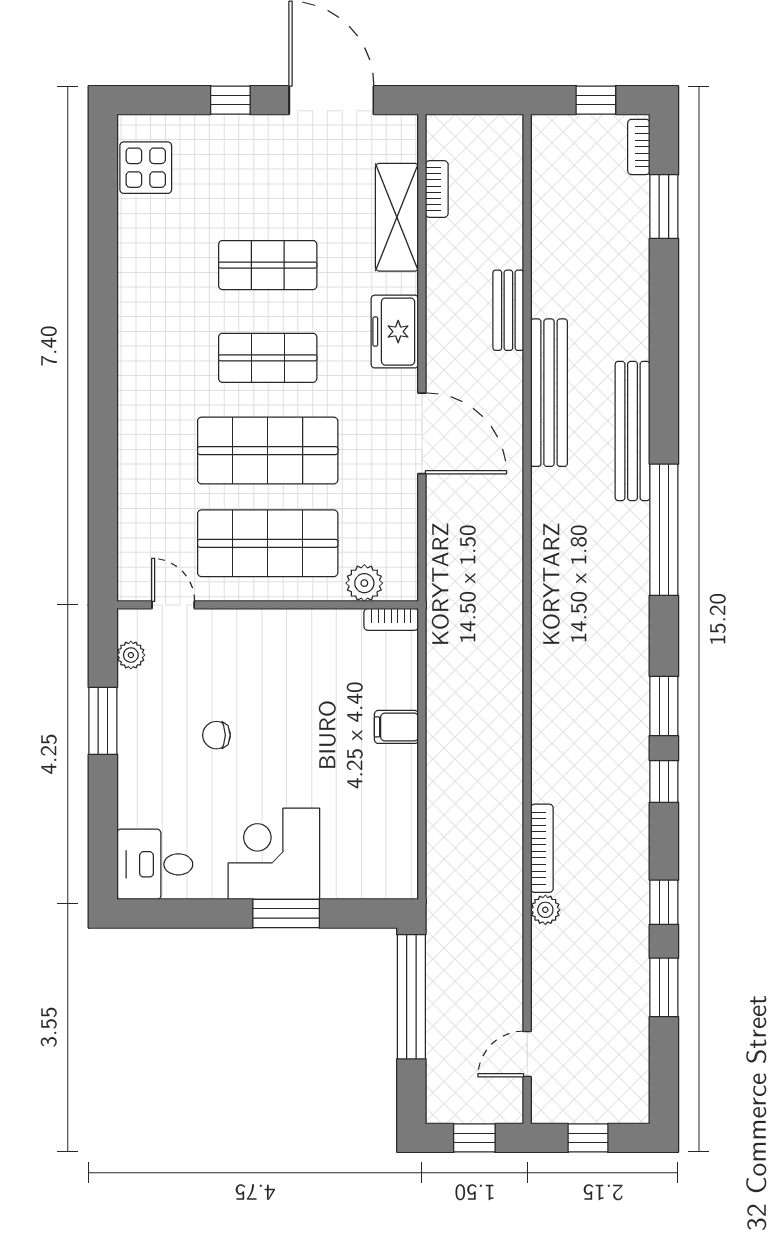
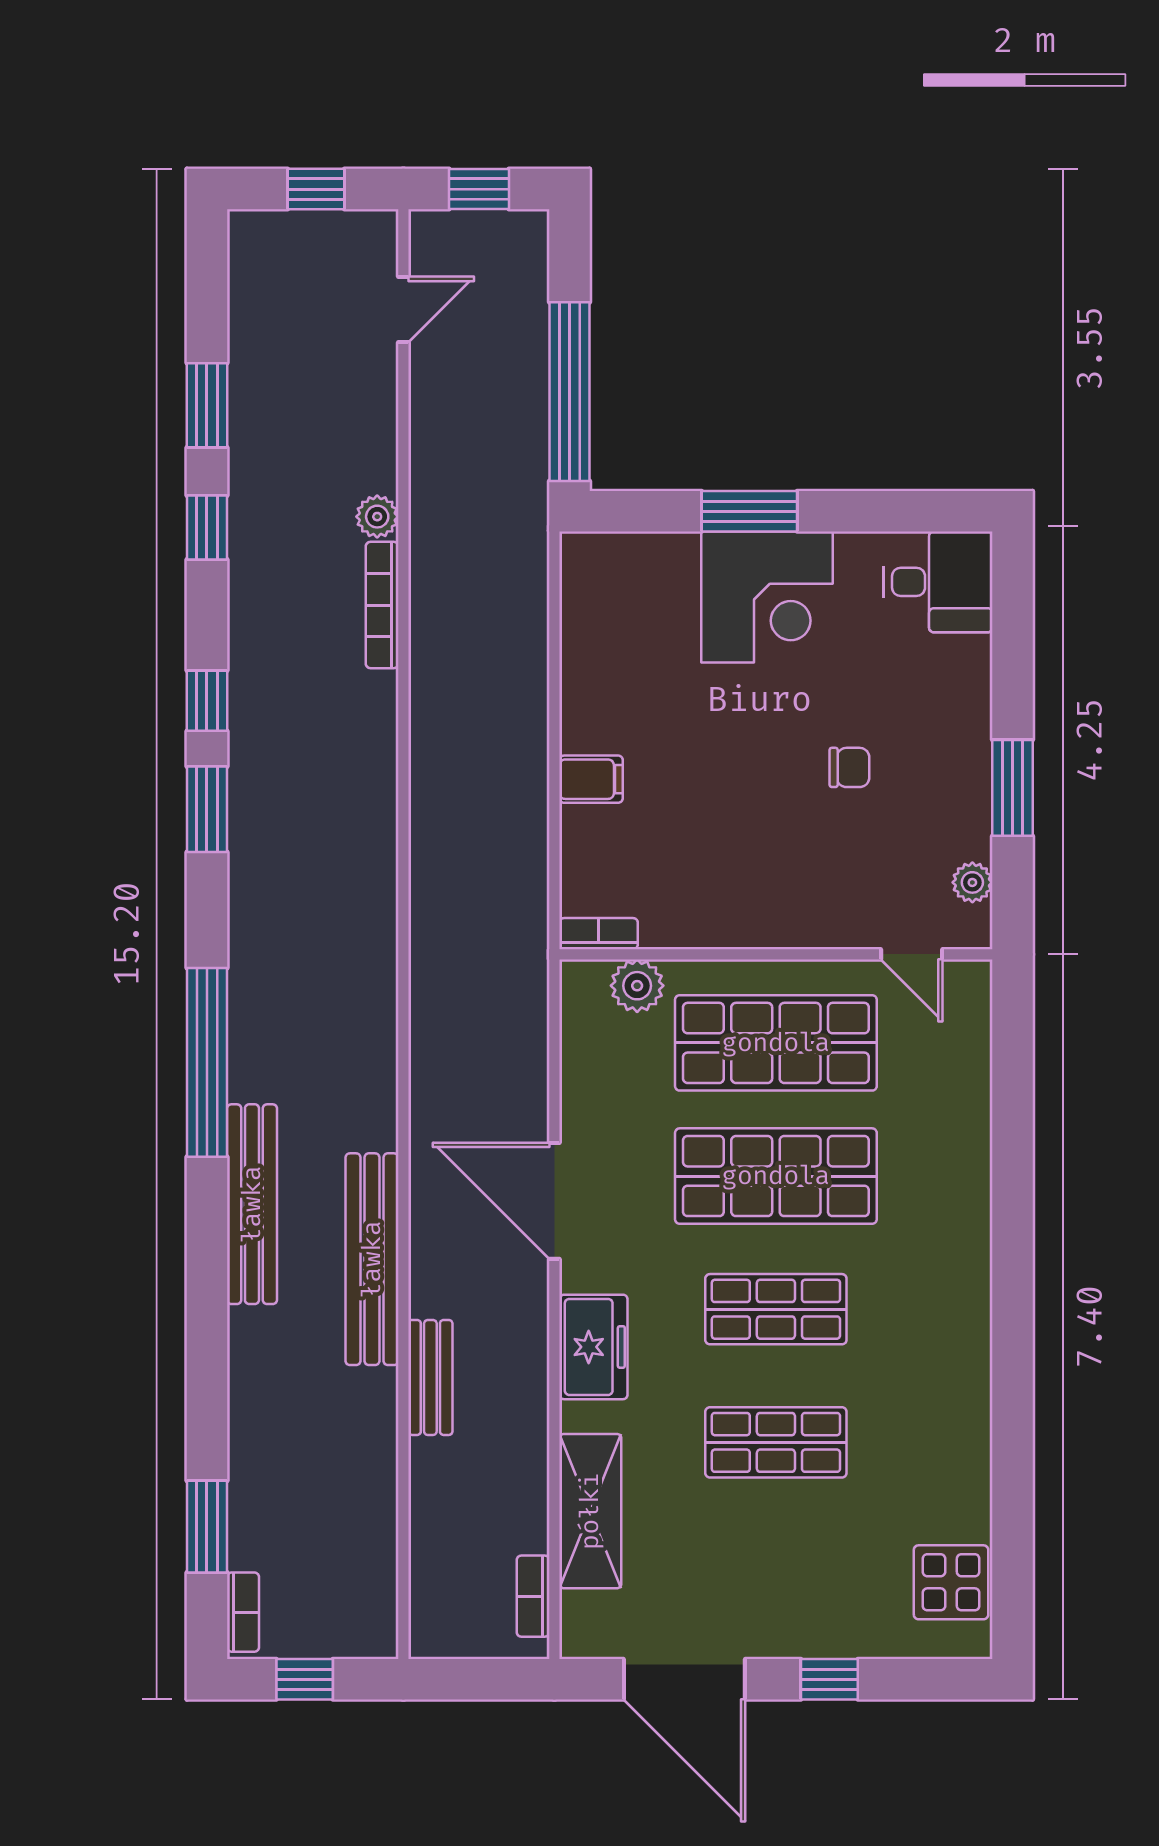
bookcase: (437, 189) -> (533, 1596), moved

